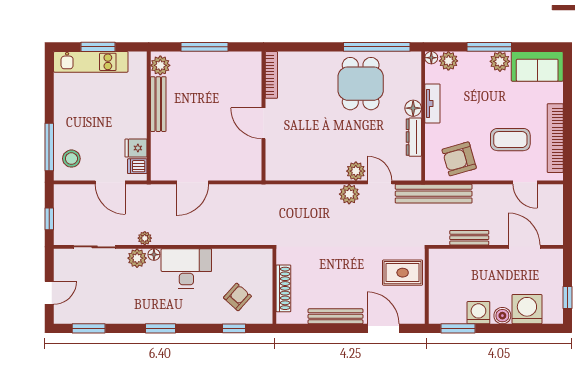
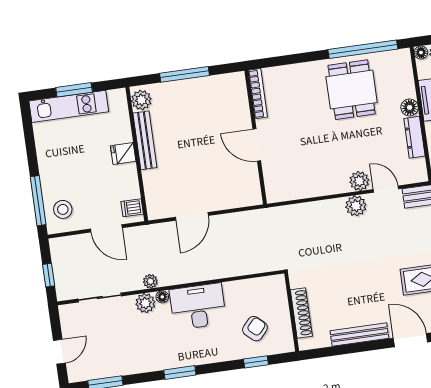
fridge: (136, 148) -> (123, 153), moved

